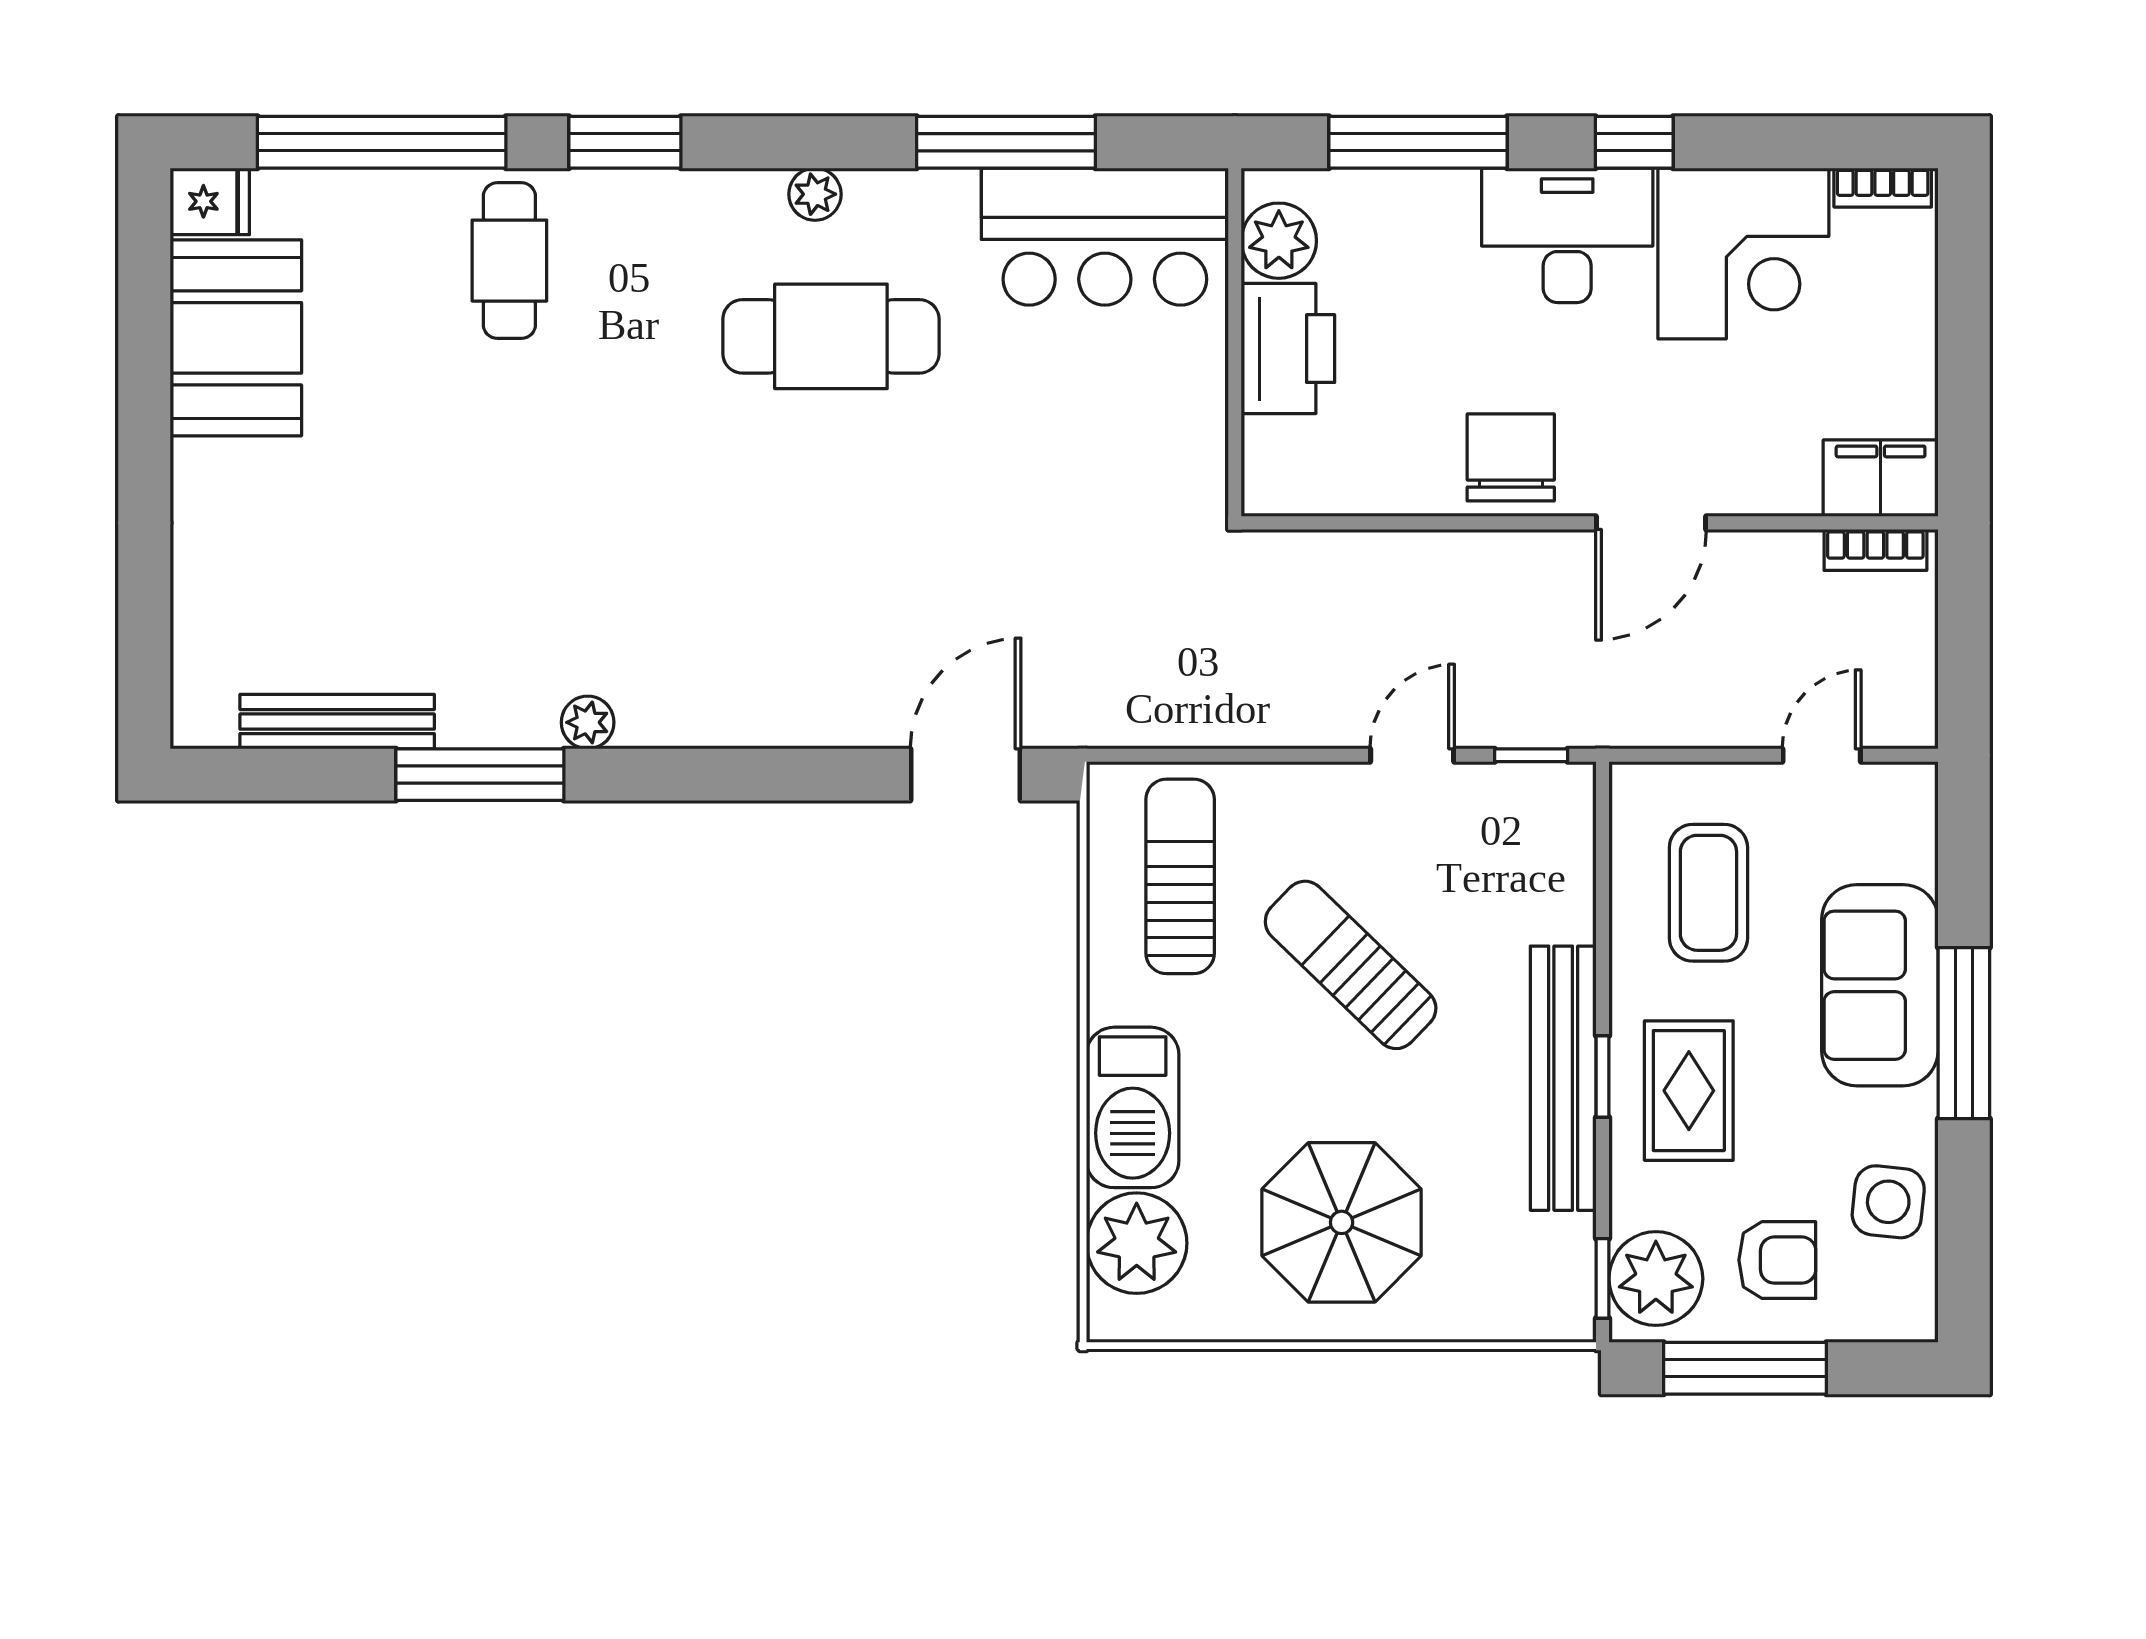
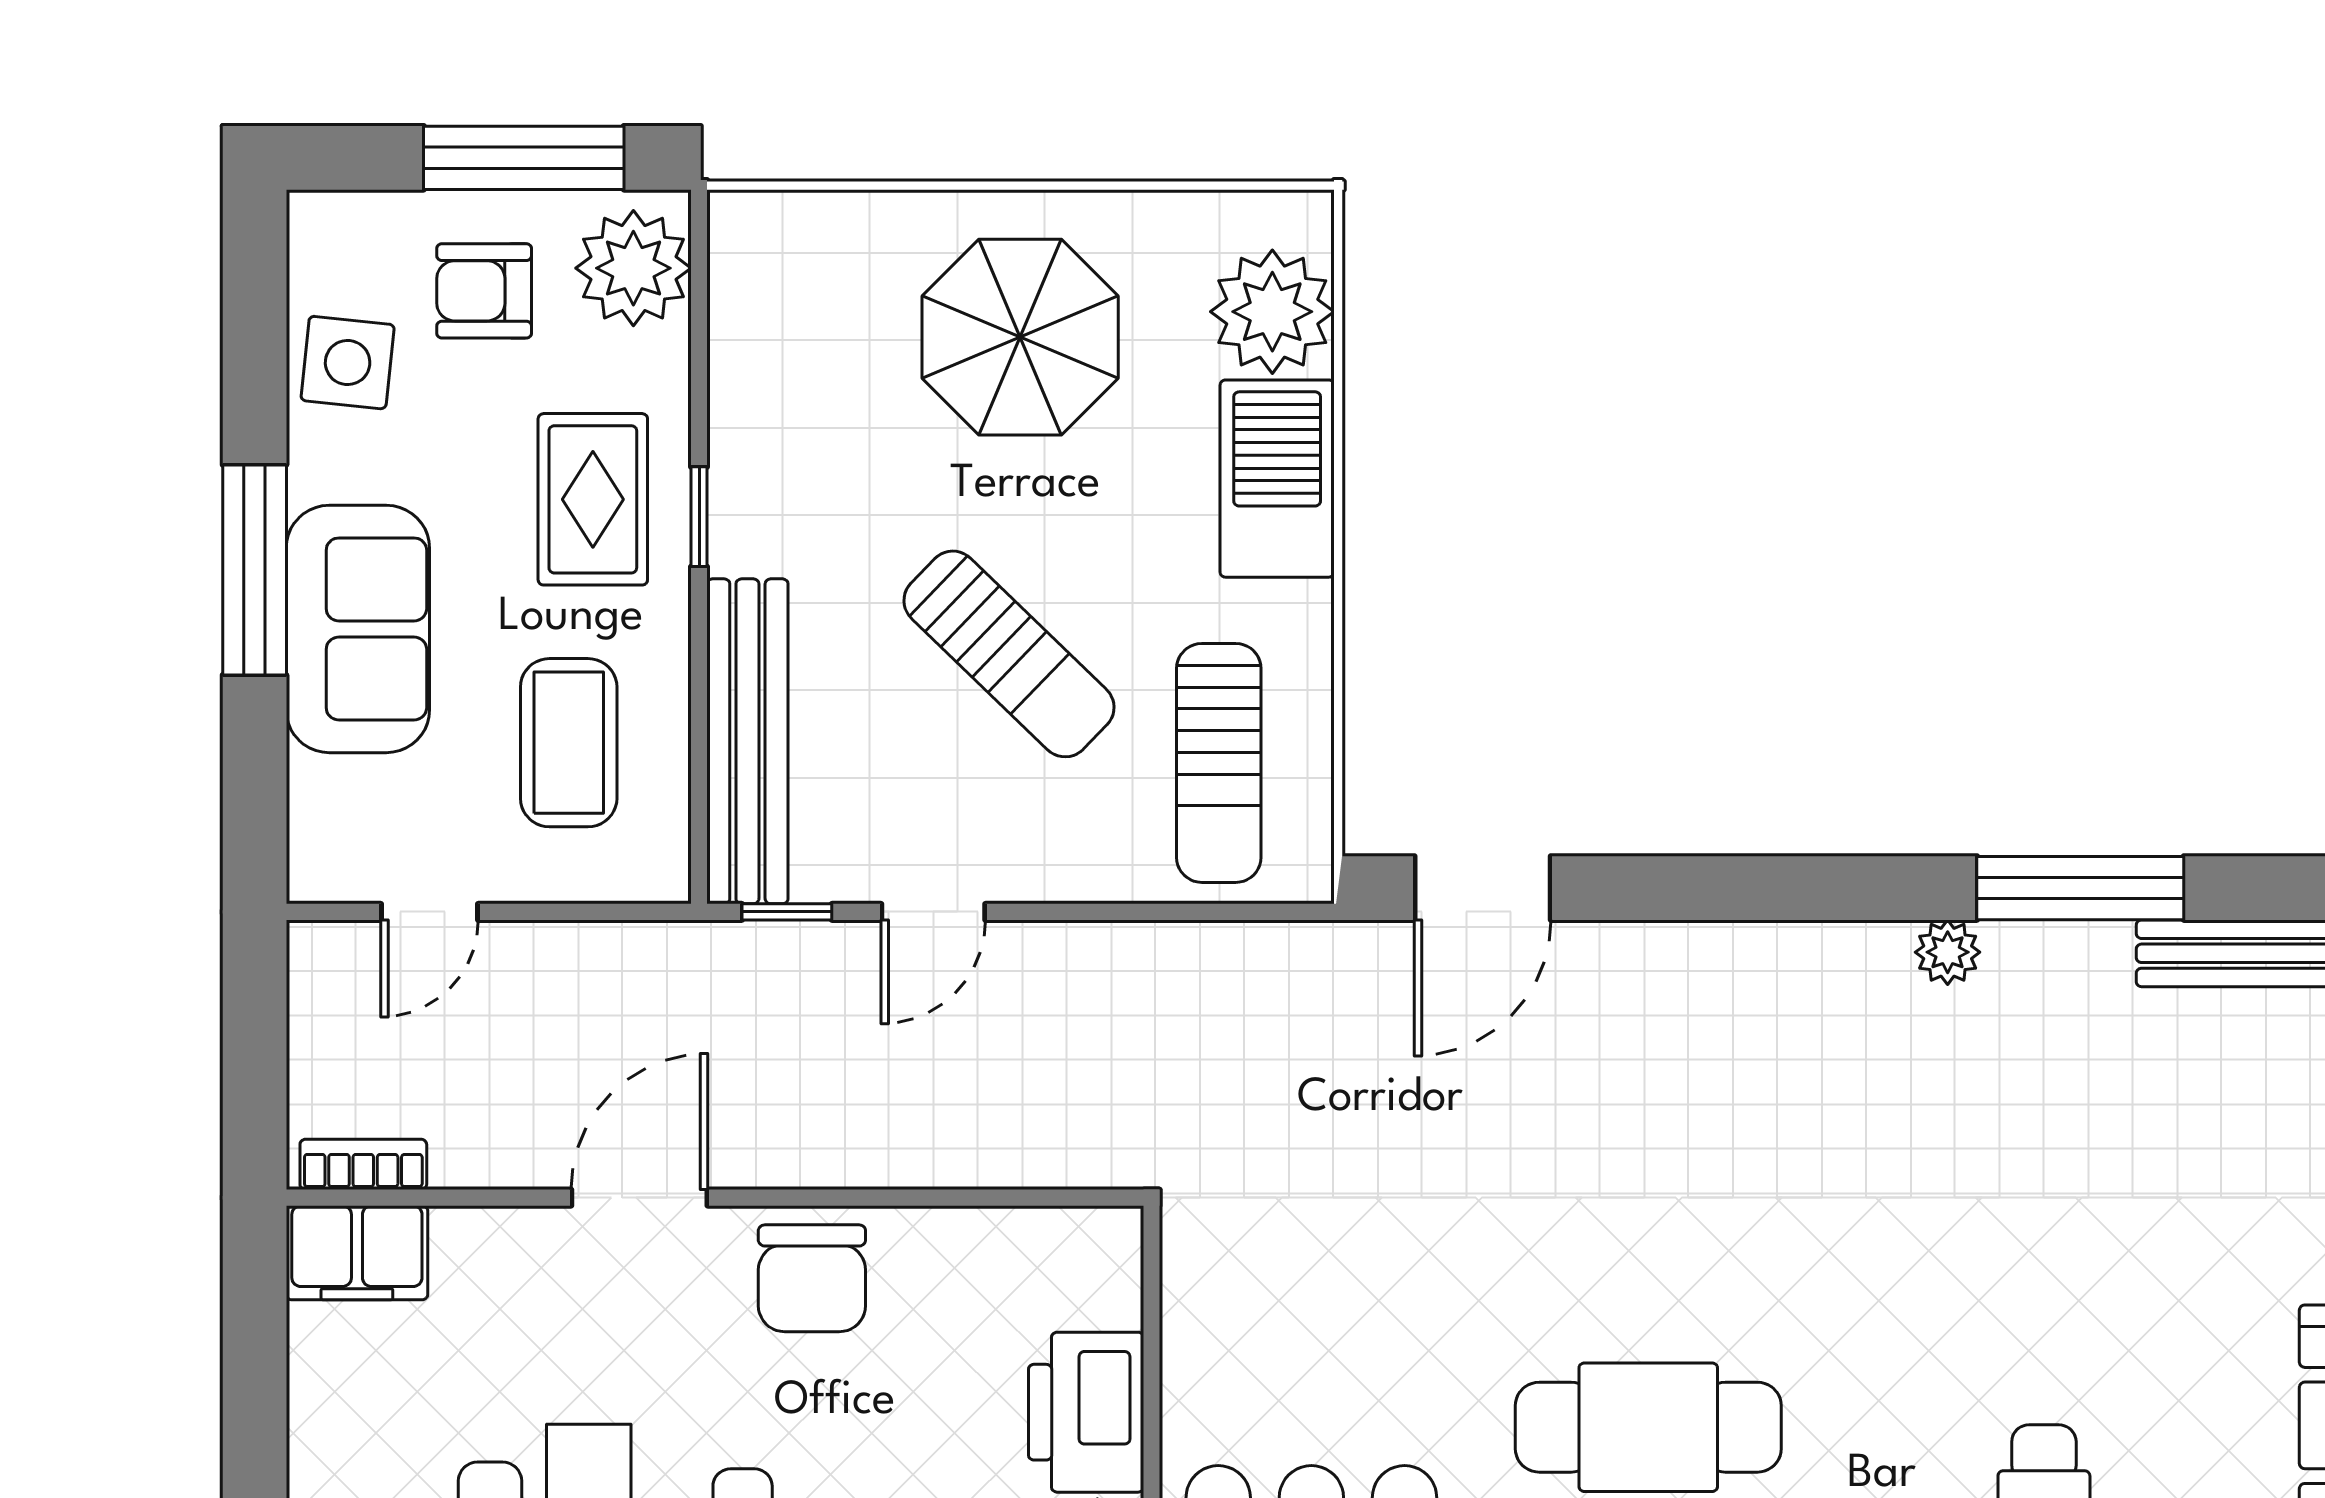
bench: (1563, 1078) -> (747, 741), moved
window: (1603, 1278) -> (699, 268), removed

